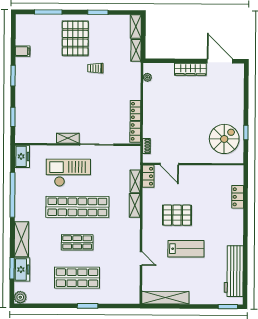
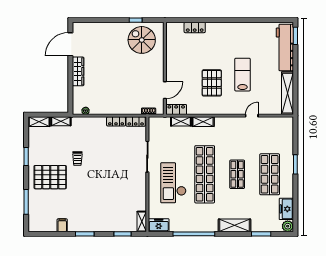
shelving: (68, 138) -> (142, 221), moved
freezer: (22, 269) -> (286, 209), moved, turned -90
workbench: (234, 271) -> (285, 47), moved, turned 90

